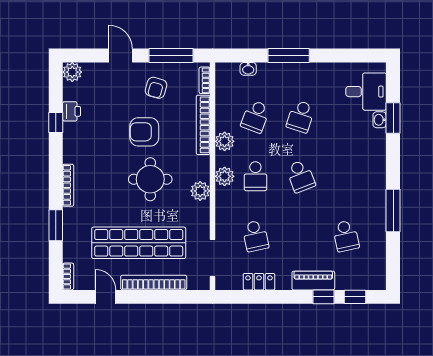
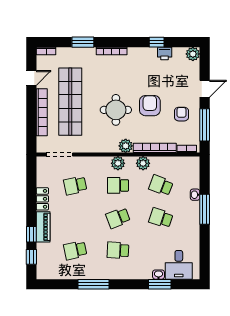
washbasin: (248, 69) -> (195, 195), moved
armchair: (156, 88) -> (181, 114), turned 74
school desk: (346, 176) -> (118, 250), added
plant: (200, 191) -> (126, 146), moved
locker: (259, 282) -> (42, 199), moved

